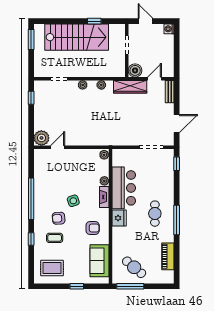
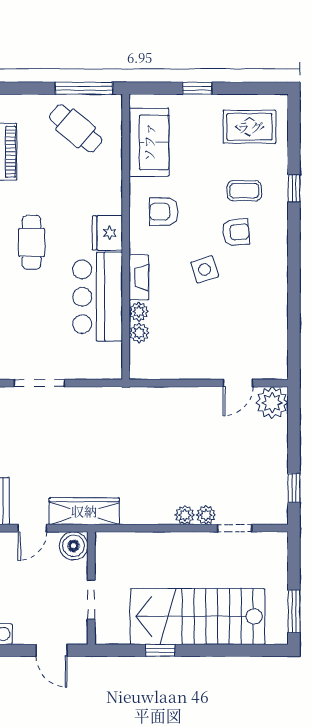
plant: (101, 85) -> (206, 515), moved
plant: (104, 155) -> (139, 333), moved
window: (31, 199) -> (294, 274), removed

